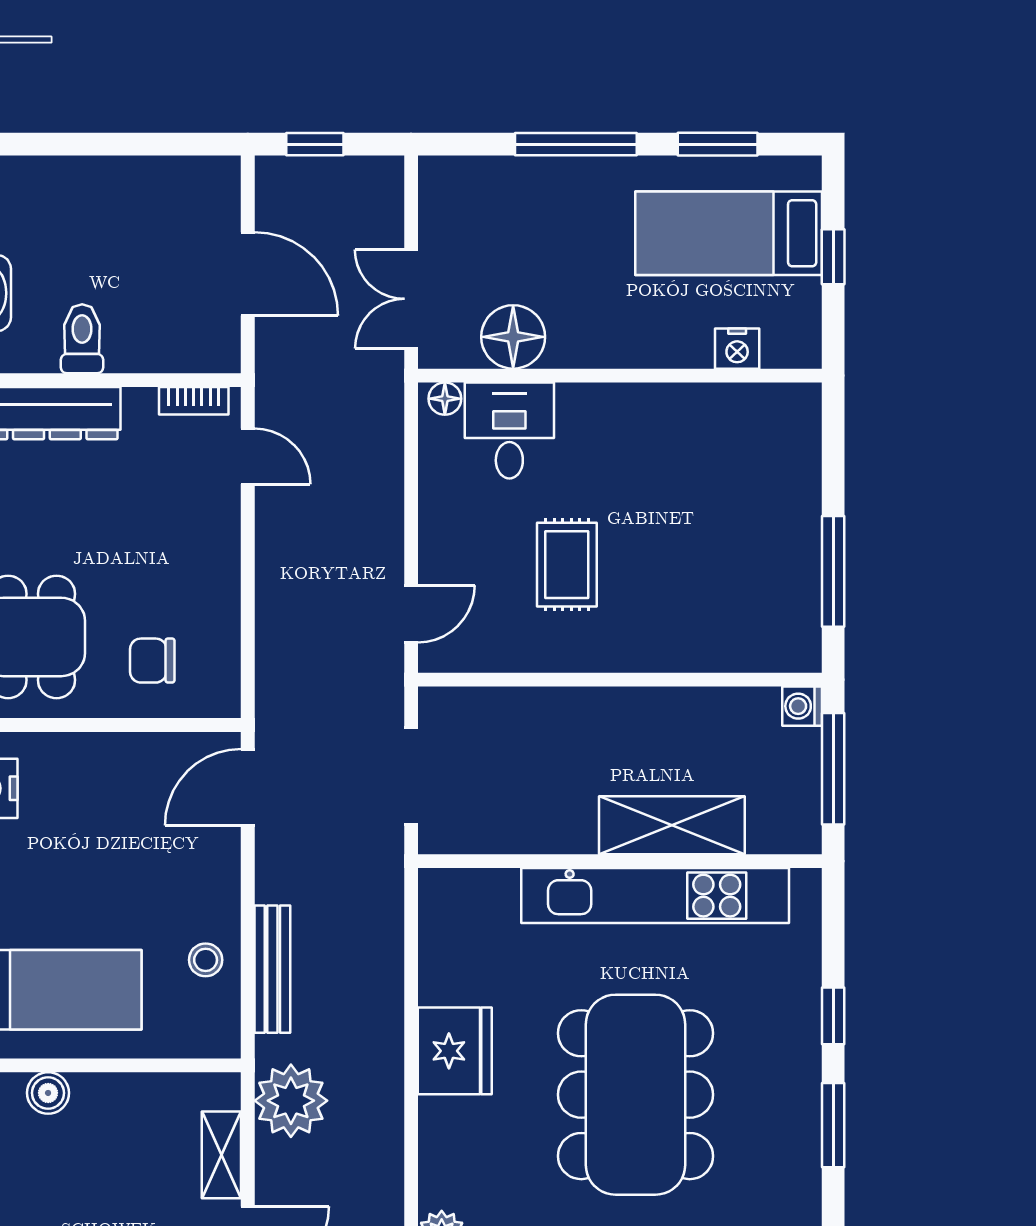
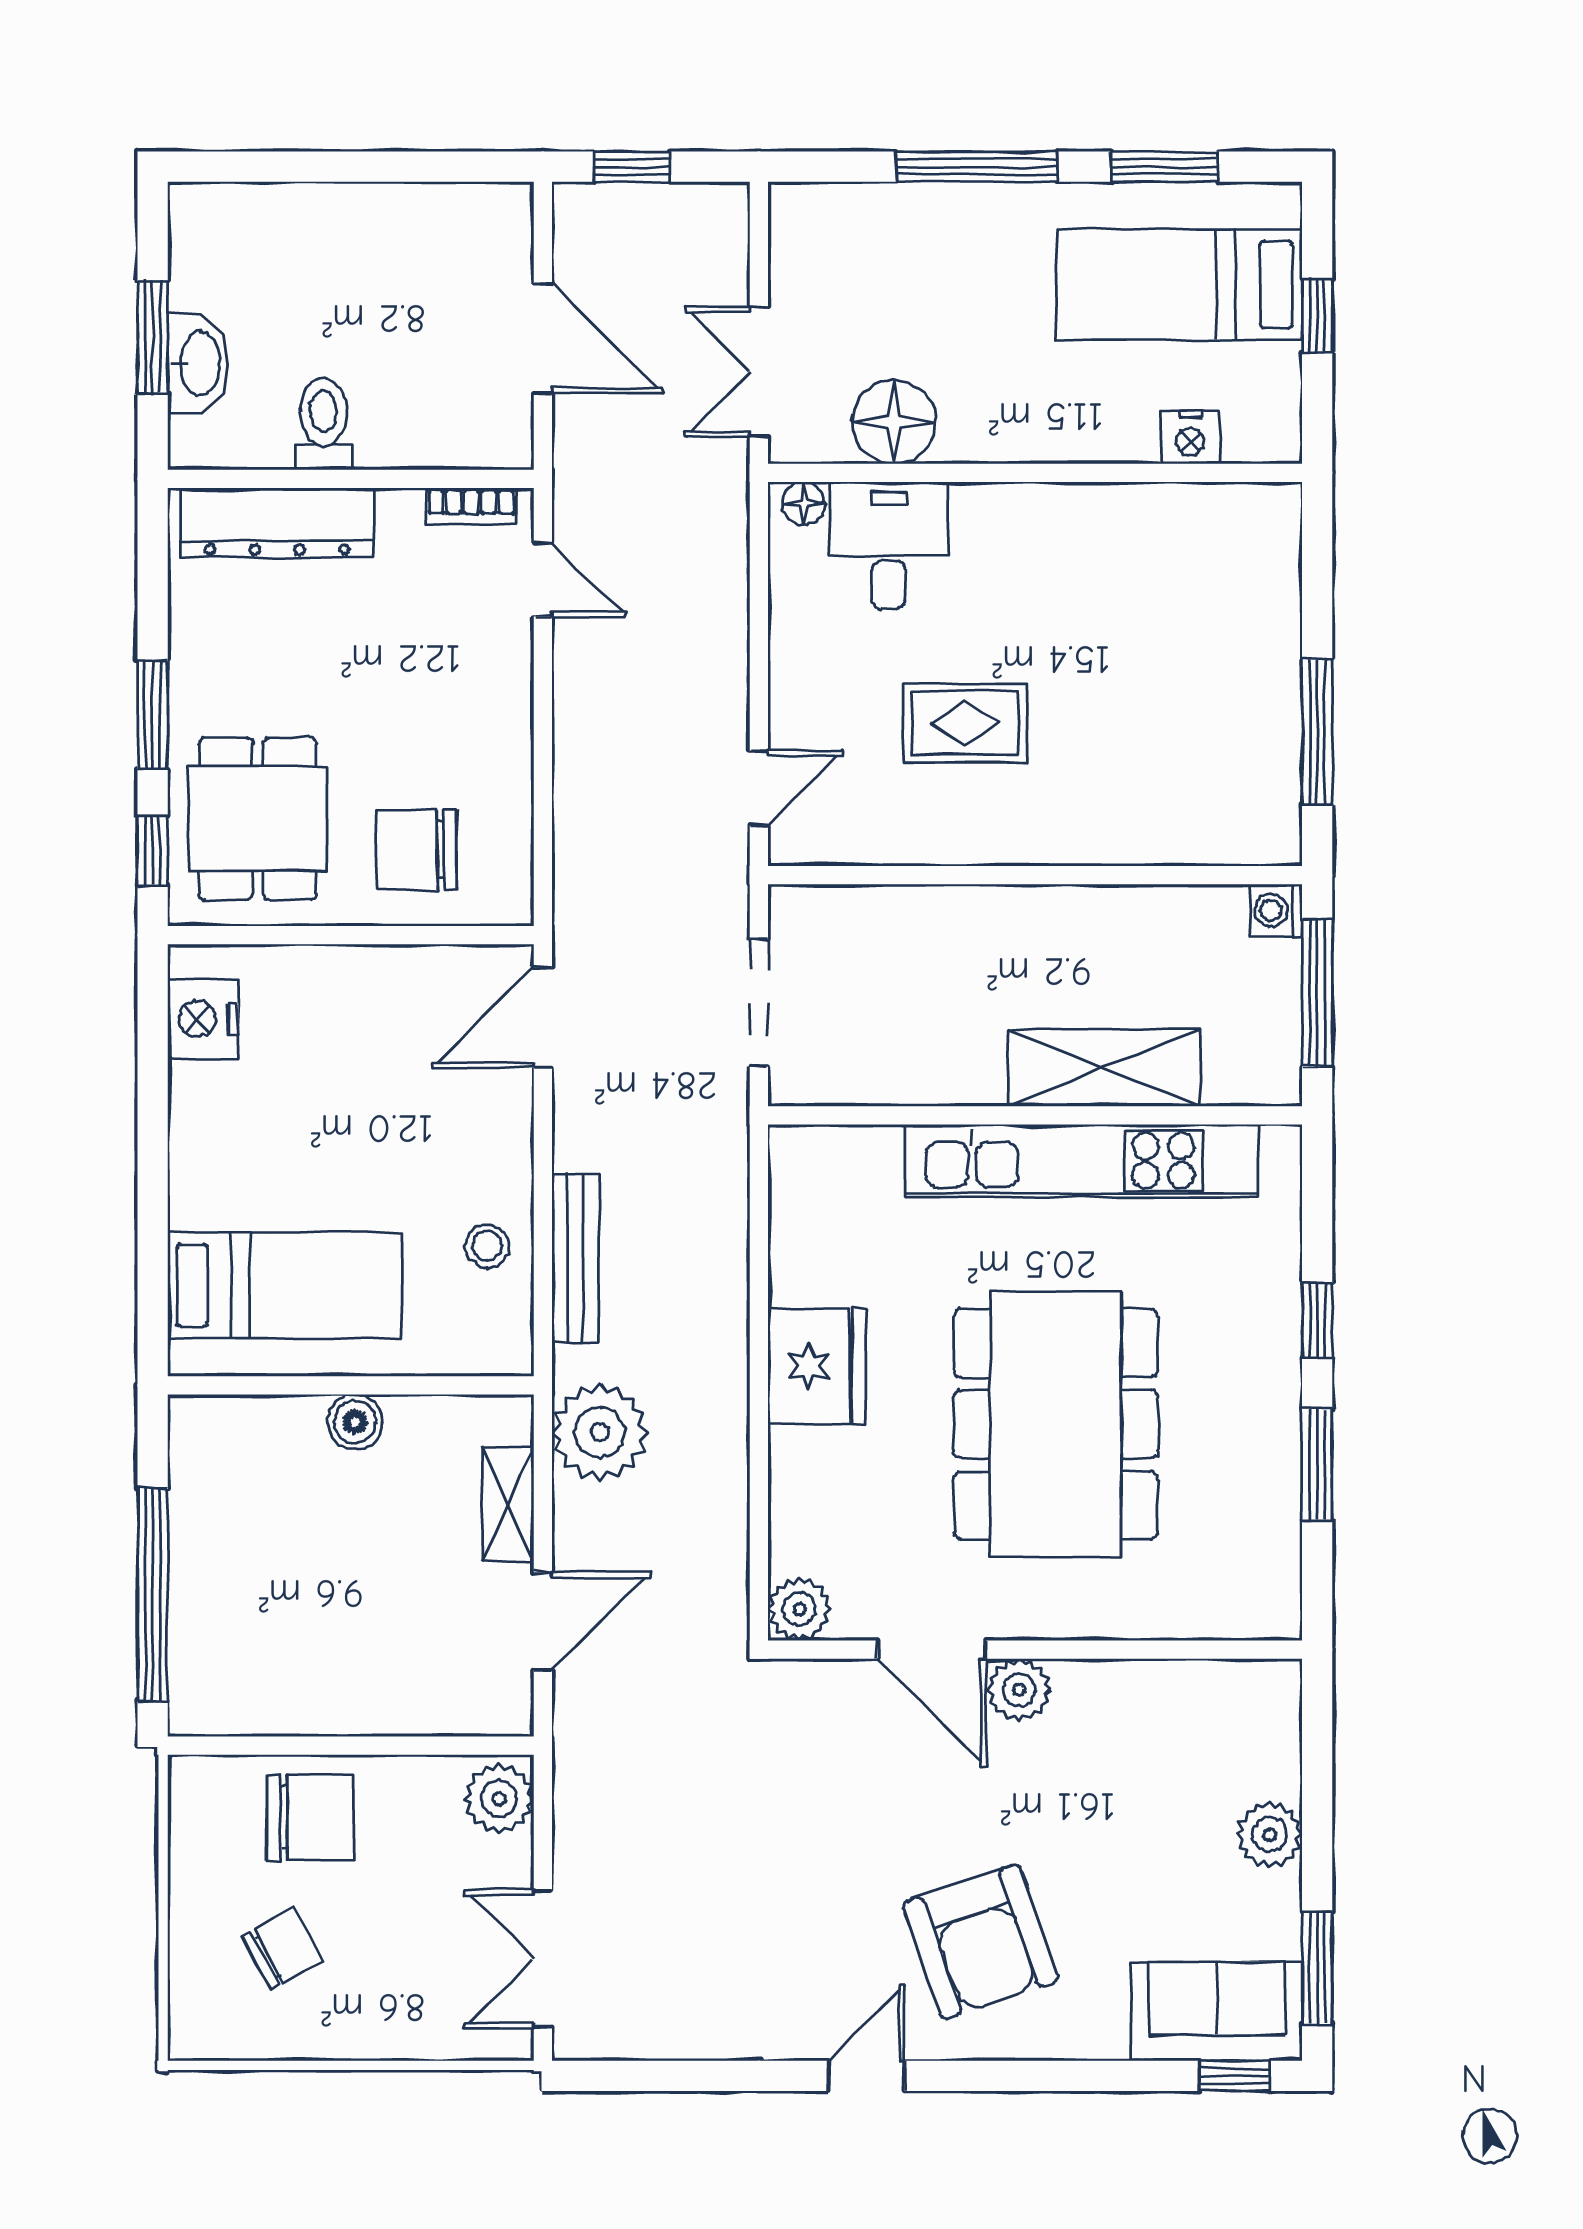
rug: (567, 565) -> (965, 723), turned 90
chair: (152, 661) -> (417, 850), width x1.37, depth x1.37
boiler: (48, 1093) -> (355, 1422), moved

